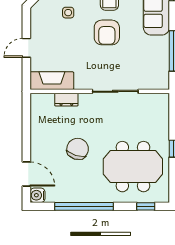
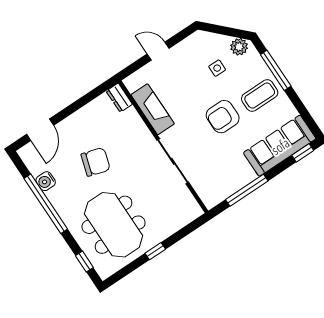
fireplace: (52, 81) -> (153, 109), moved
dresser: (66, 100) -> (119, 98), moved
water cooler: (38, 195) -> (46, 181), moved, turned -90

